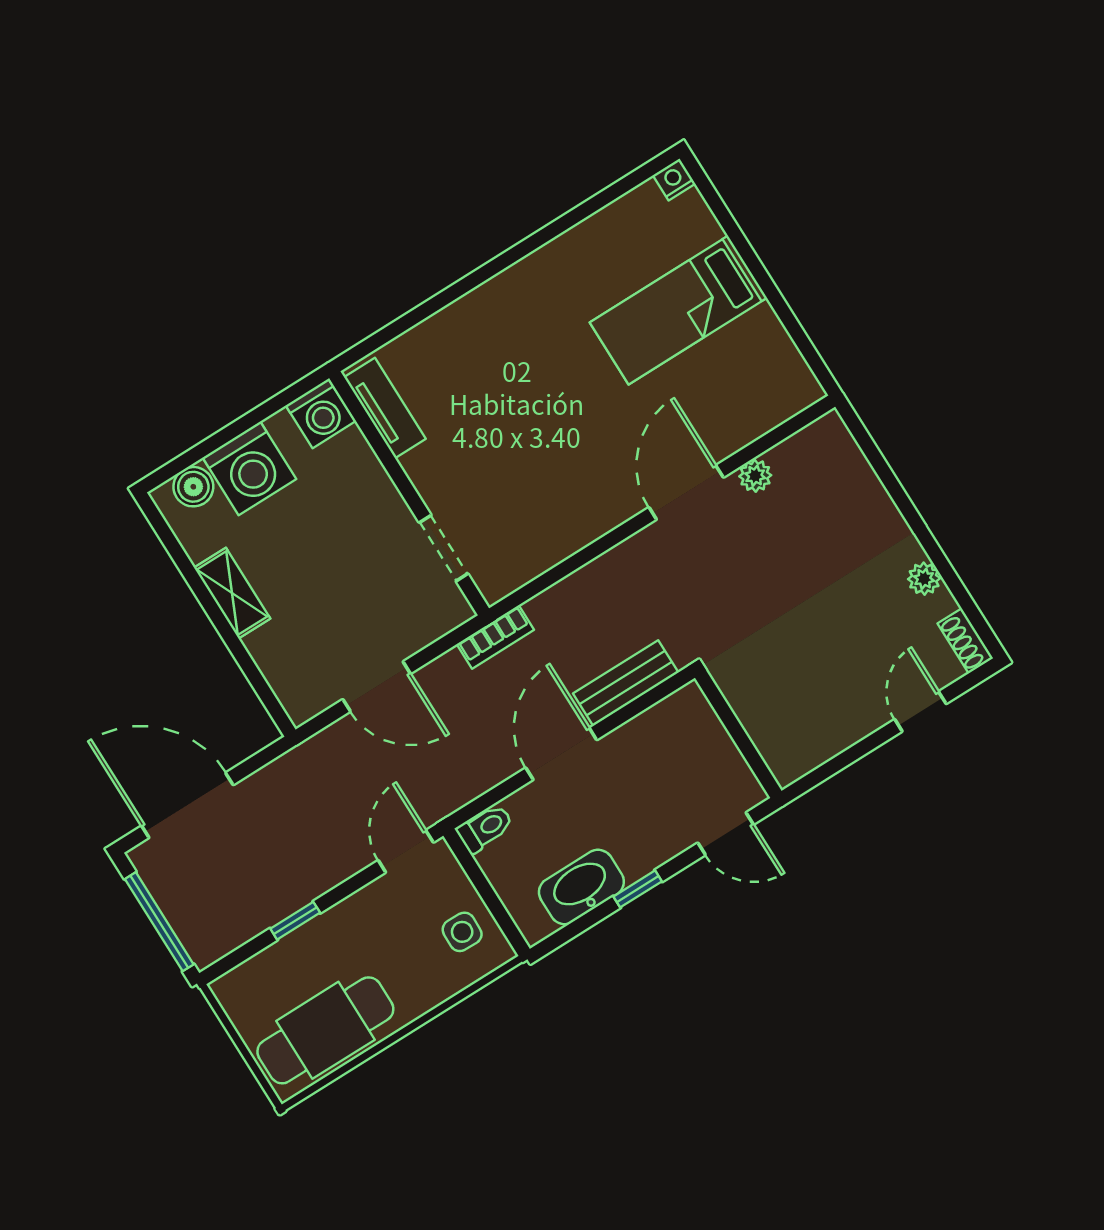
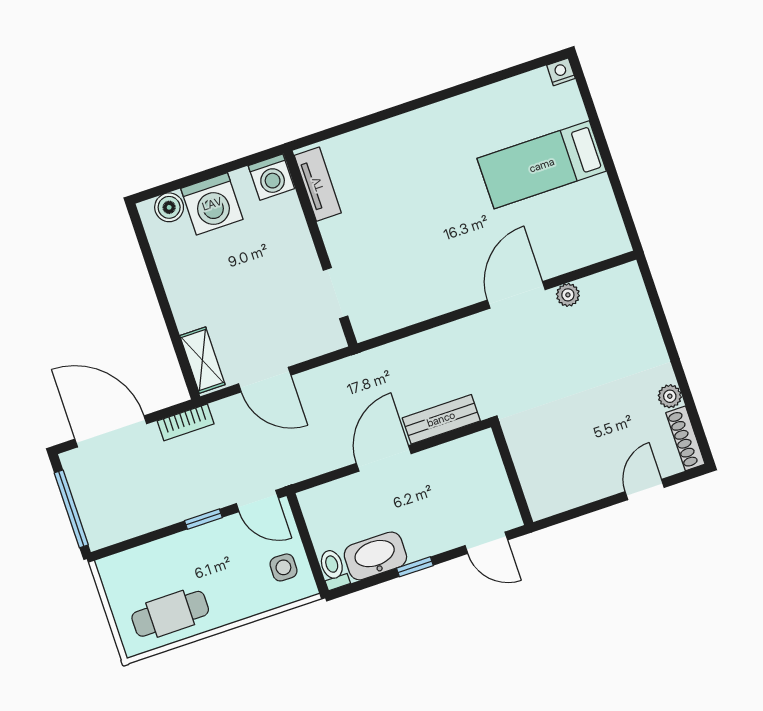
shelving: (232, 593) -> (202, 360), moved
bookcase: (495, 637) -> (186, 422), moved
shoe rack: (965, 641) -> (685, 438), width x1.43
toilet: (485, 828) -> (333, 569), moved, turned -90
door: (406, 851) -> (257, 501), swing flipped
window: (295, 921) -> (203, 519), moved
cafe table: (325, 1030) -> (170, 614), width x0.73, depth x0.74

